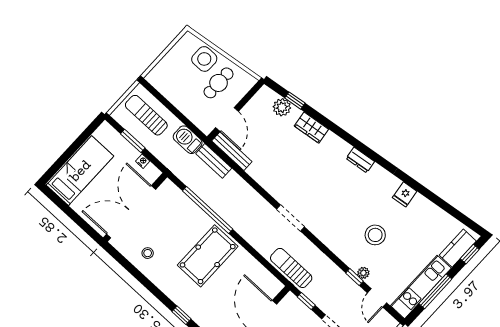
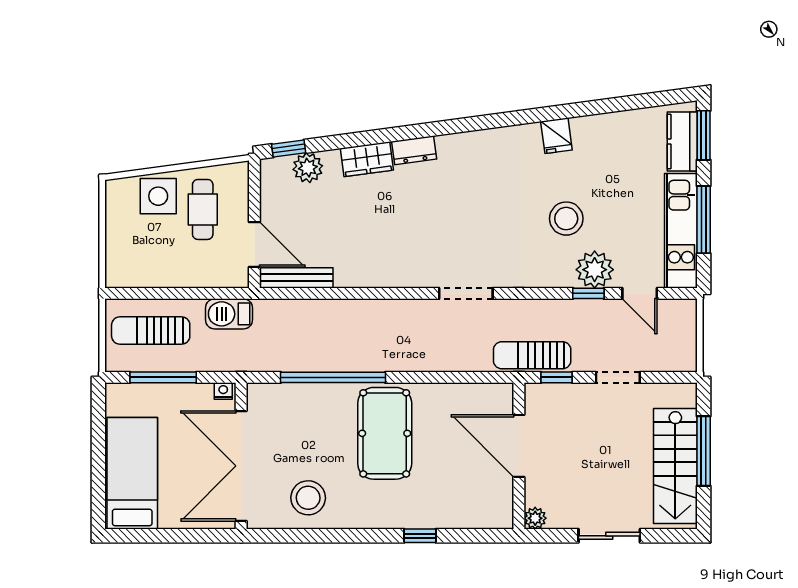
window: (295, 101) -> (289, 149), moved
window: (133, 141) -> (163, 377), width x1.44
dresser: (360, 160) -> (414, 150), moved
nightstand: (143, 161) -> (223, 391), moved
bench: (214, 161) -> (285, 310), removed
doorway: (290, 218) -> (466, 293), moved
stool: (148, 253) -> (308, 498), width x1.89, depth x1.89
window: (470, 254) -> (704, 135), width x1.50
sun lounger: (291, 268) -> (532, 355), moved
plant: (363, 273) -> (595, 270), width x1.87, depth x1.87

